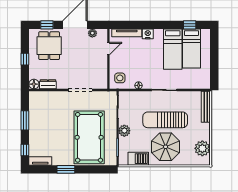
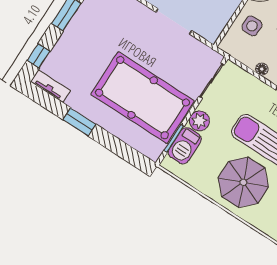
side table: (120, 78) -> (252, 26), moved
pool table: (89, 137) -> (142, 98), turned 90
barbecue: (138, 159) -> (185, 146), moved, turned 90

